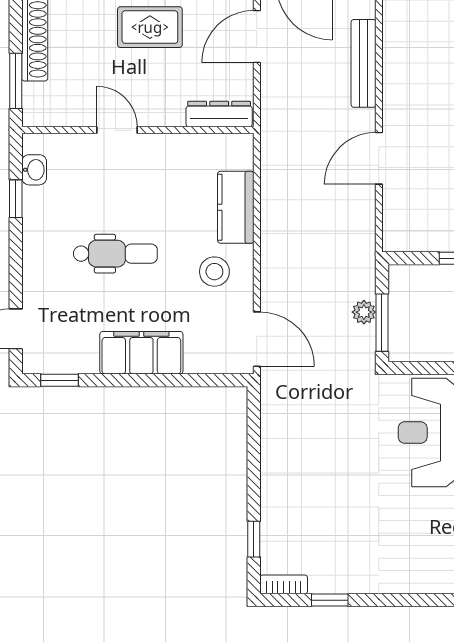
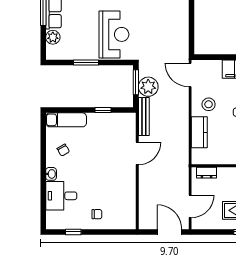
bench: (364, 63) -> (144, 117), moved
dresser: (219, 114) -> (207, 173), width x0.70
plant: (364, 312) -> (148, 87), width x1.88, depth x1.88

